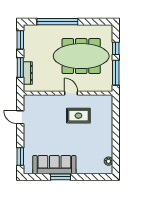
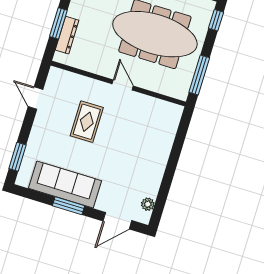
window: (116, 48) -> (216, 20), moved
rug: (78, 116) -> (87, 122), moved, turned 90
door: (93, 177) -> (117, 221), added

